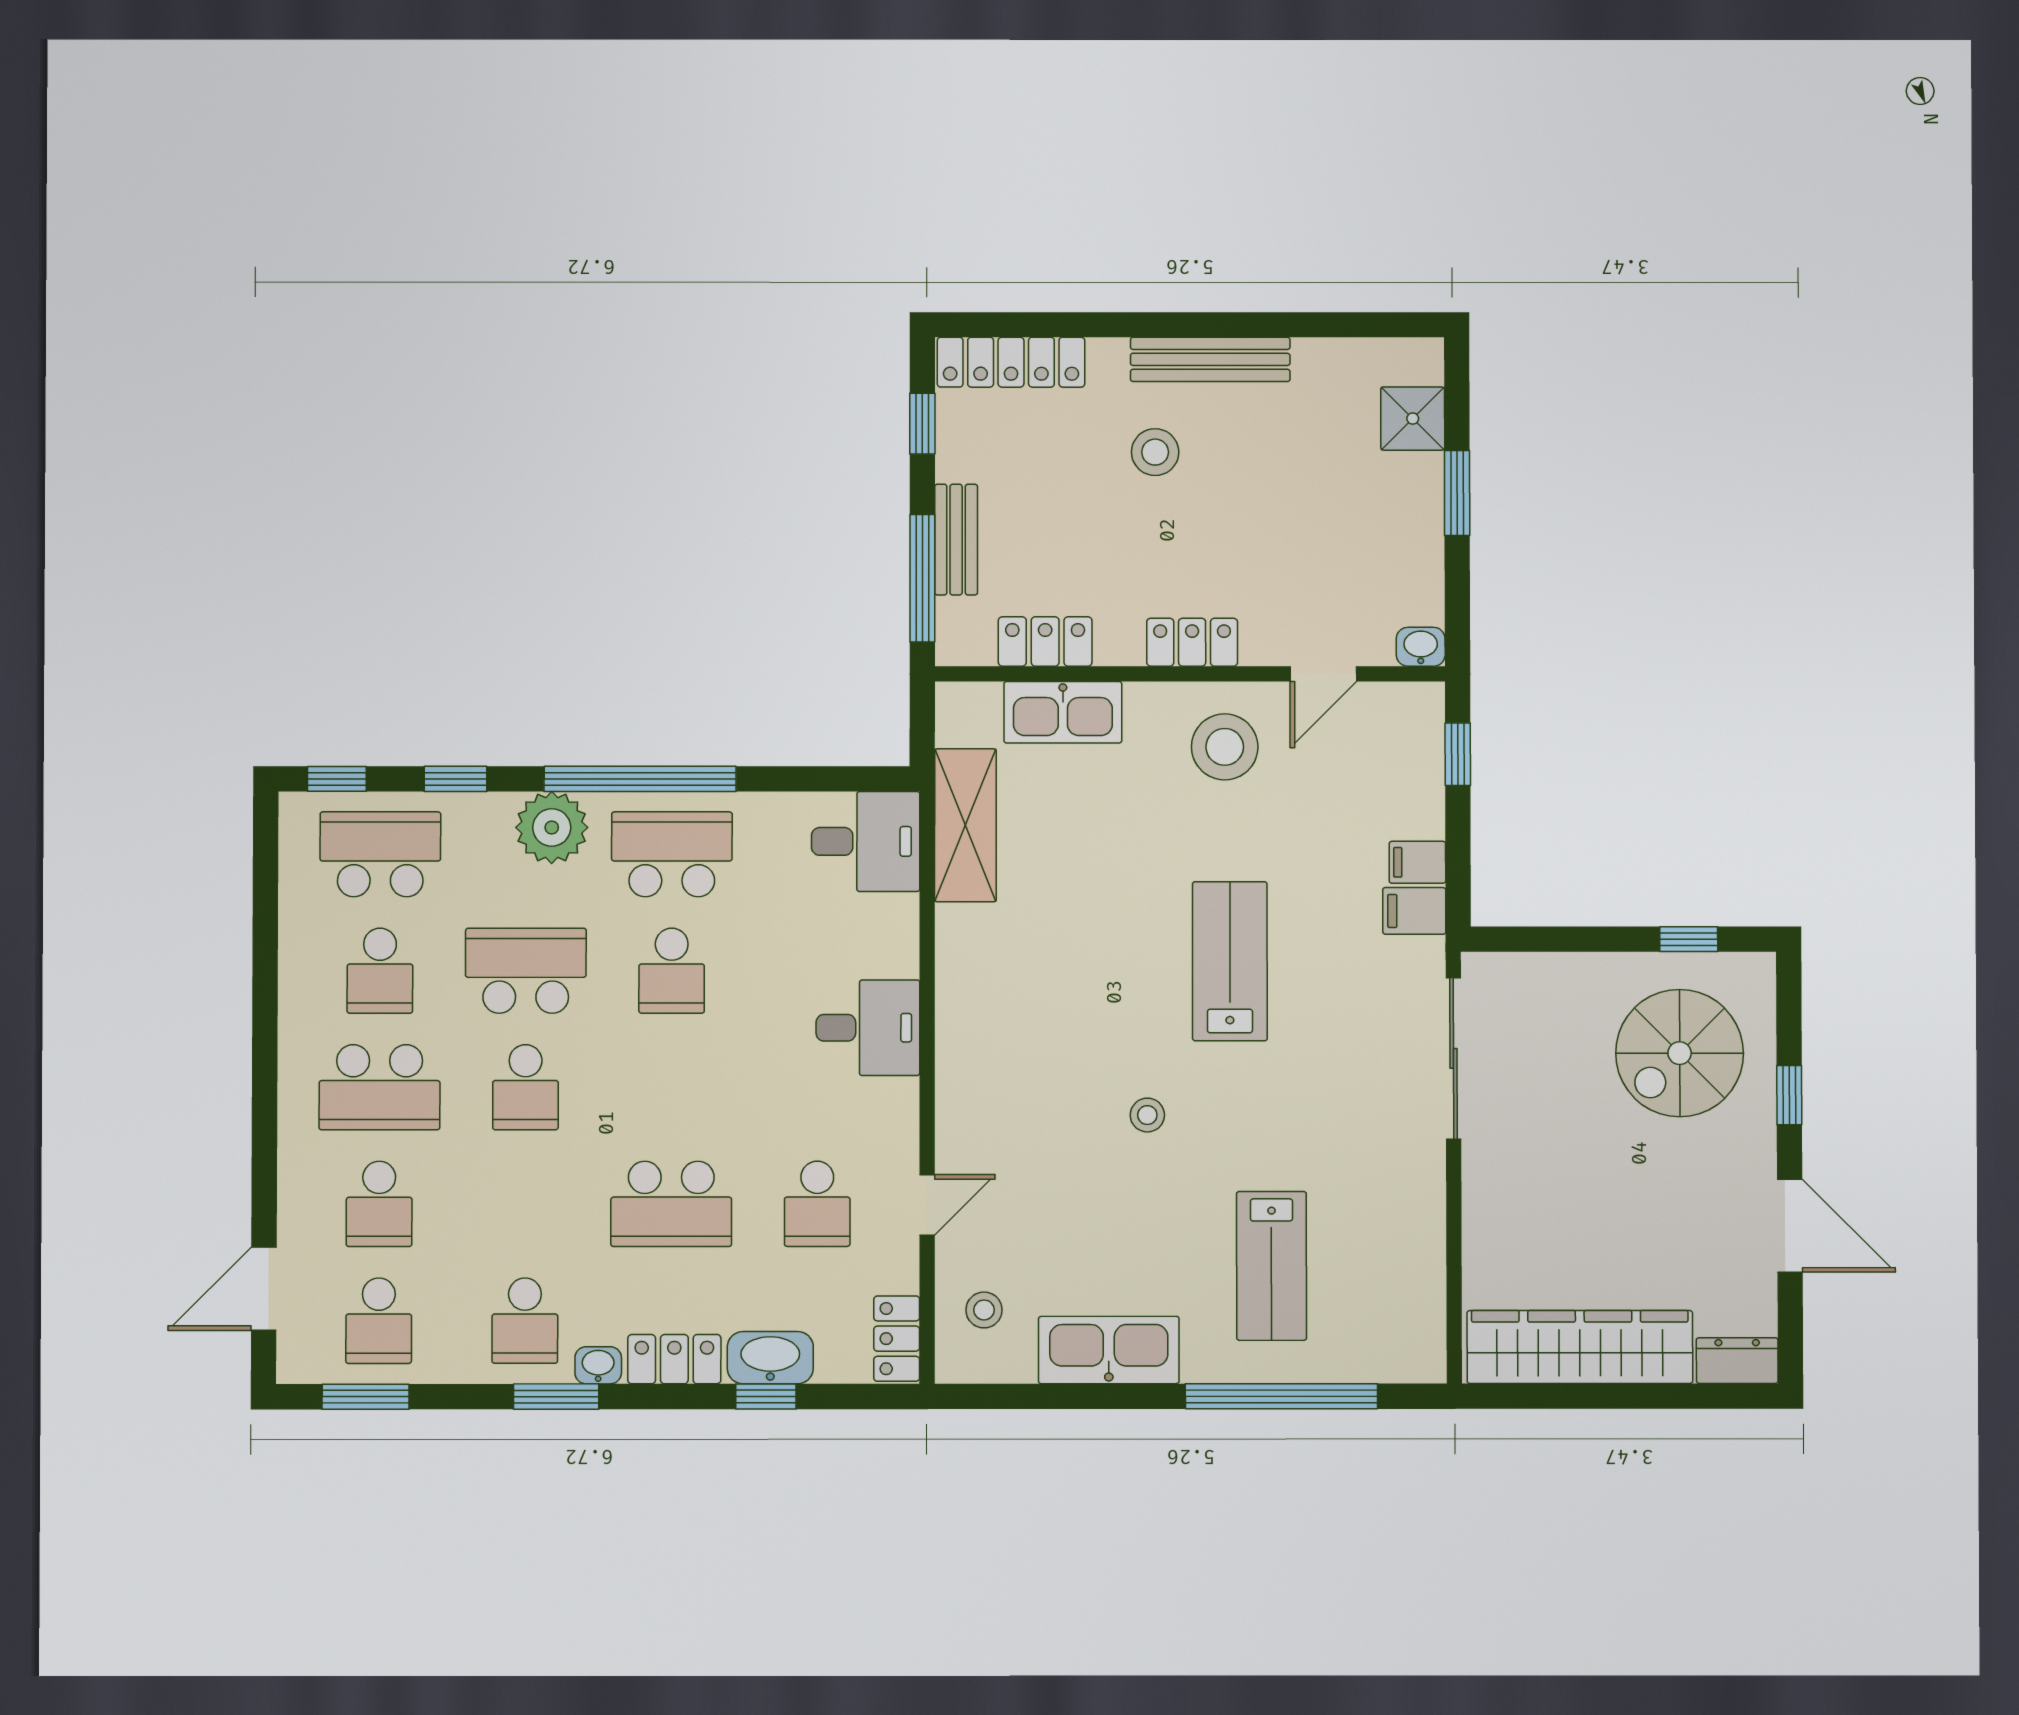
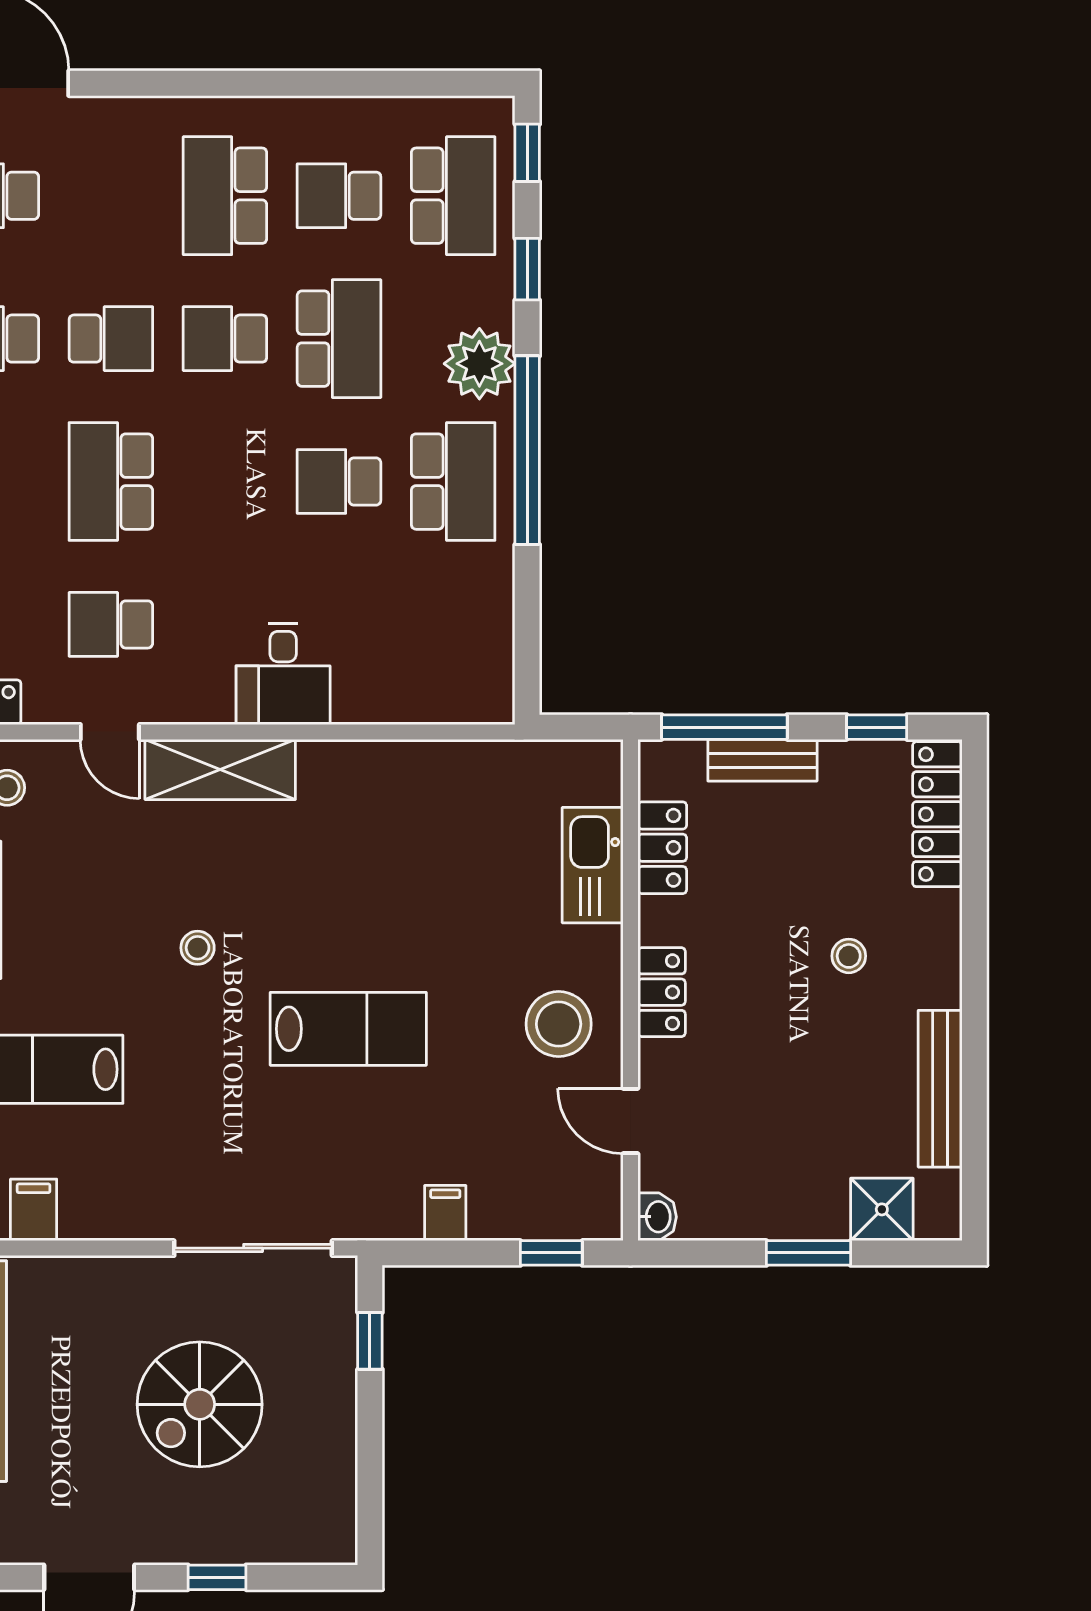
bench: (1210, 359) -> (940, 1089), moved
stool: (1155, 452) -> (849, 956), width x0.73, depth x0.73
shelving: (965, 825) -> (220, 769), moved
desk: (866, 841) -> (466, 672), removed
filing cabinet: (1414, 911) -> (34, 1210), moved
window: (1689, 939) -> (370, 1341), moved
spiral stairs: (1680, 1053) -> (200, 1404), moved, turned -90
school desk: (379, 1204) -> (111, 339), moved, turned 180

